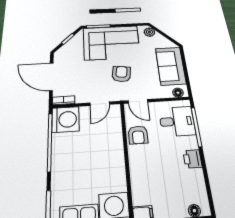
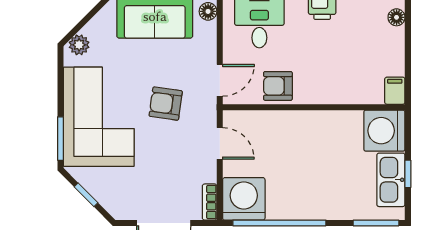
armchair: (138, 135) -> (278, 86), turned 180

